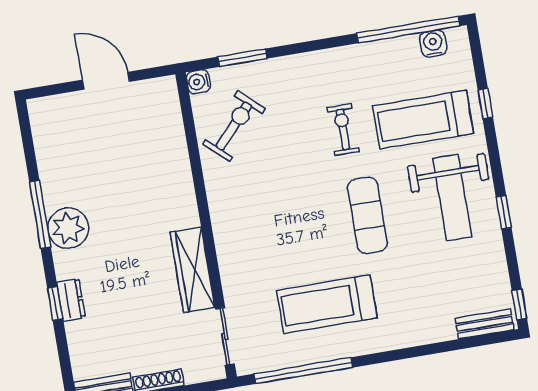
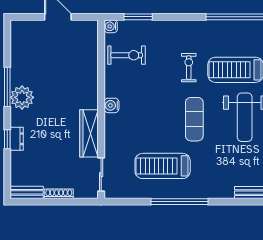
water cooler: (433, 44) -> (112, 105), moved, turned -90
exercise bike: (234, 126) -> (127, 55), turned 47
window: (303, 371) -> (179, 202), moved

